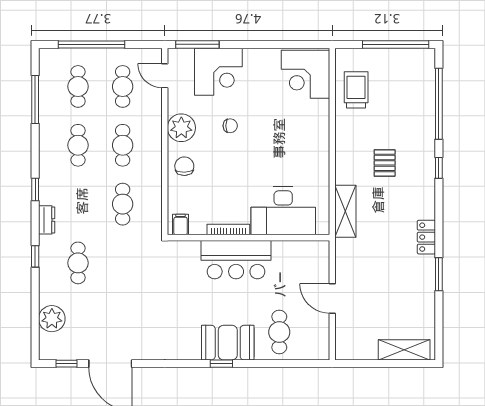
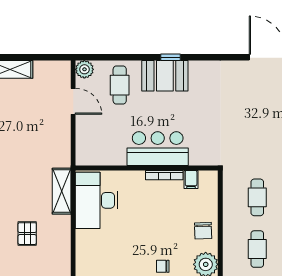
desk: (283, 211) -> (97, 200), moved, turned -90
filing cabinet: (181, 225) -> (191, 179), moved
door: (332, 298) -> (73, 101), moved
plant: (319, 350) -> (84, 69), added

